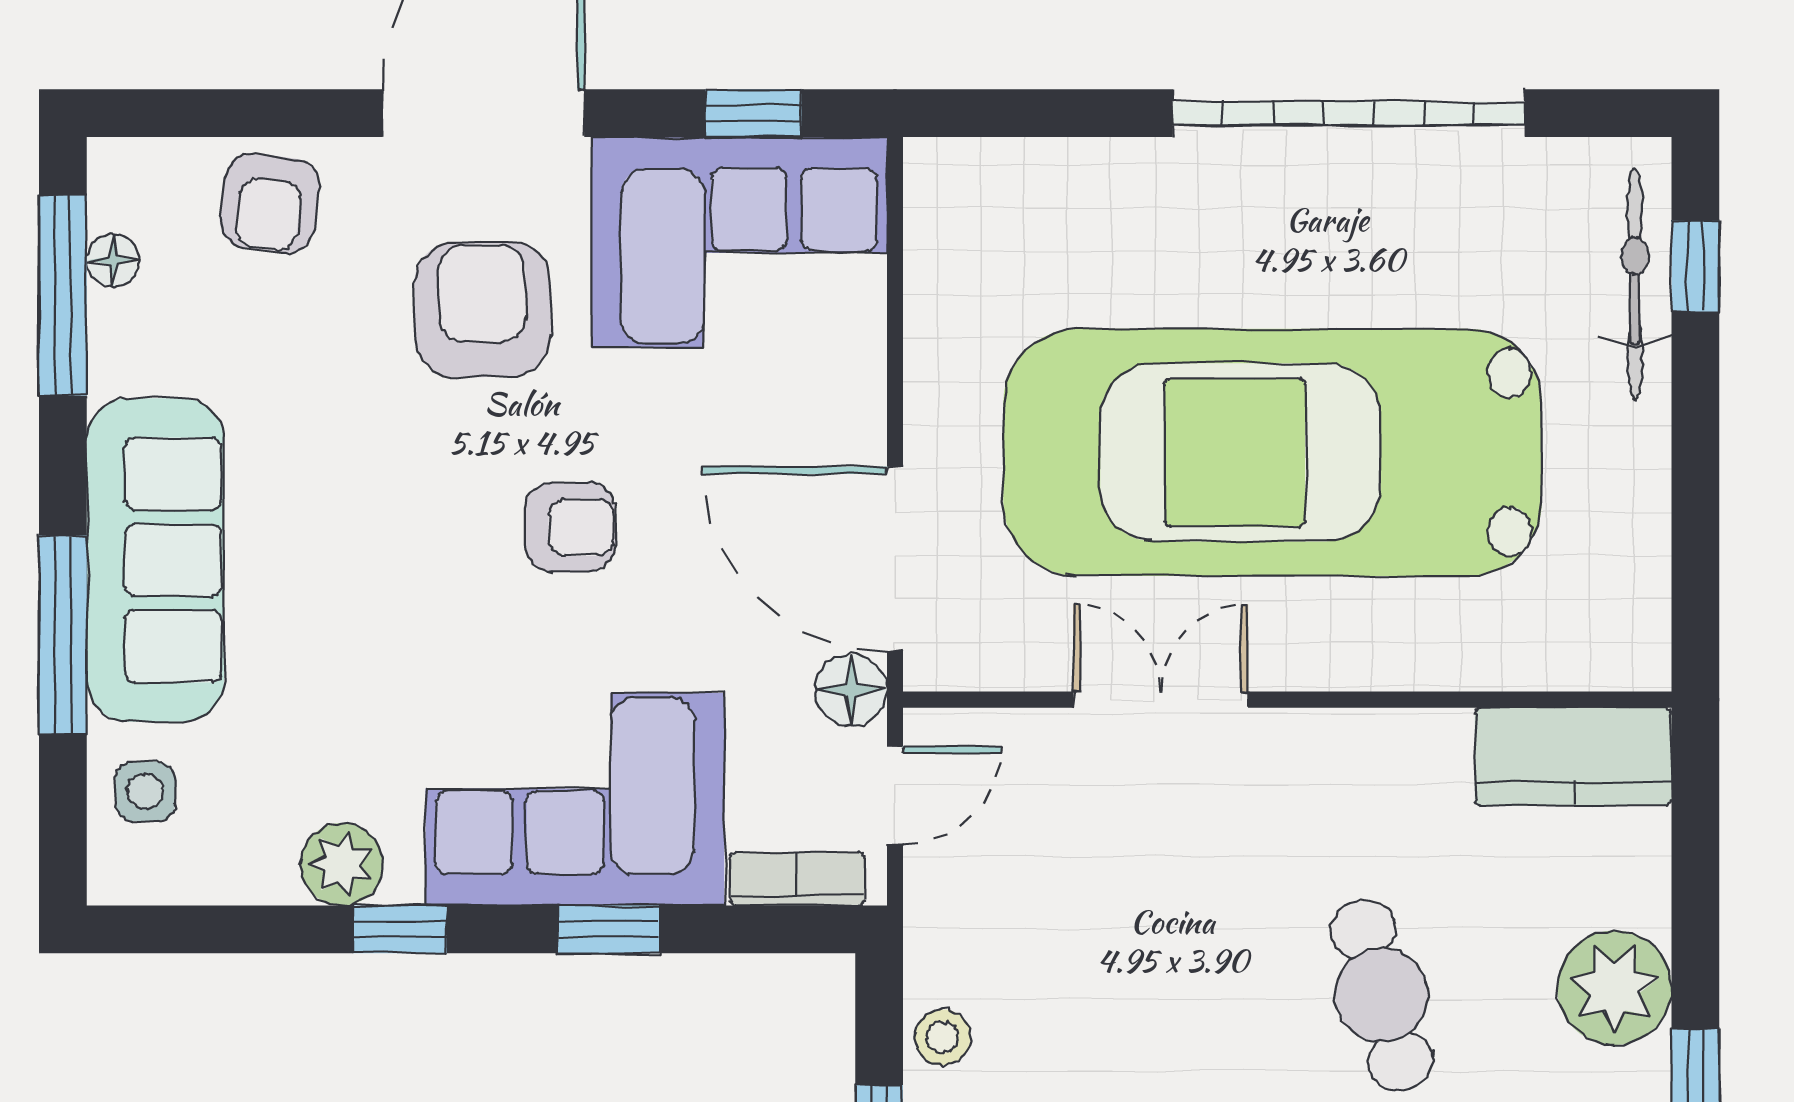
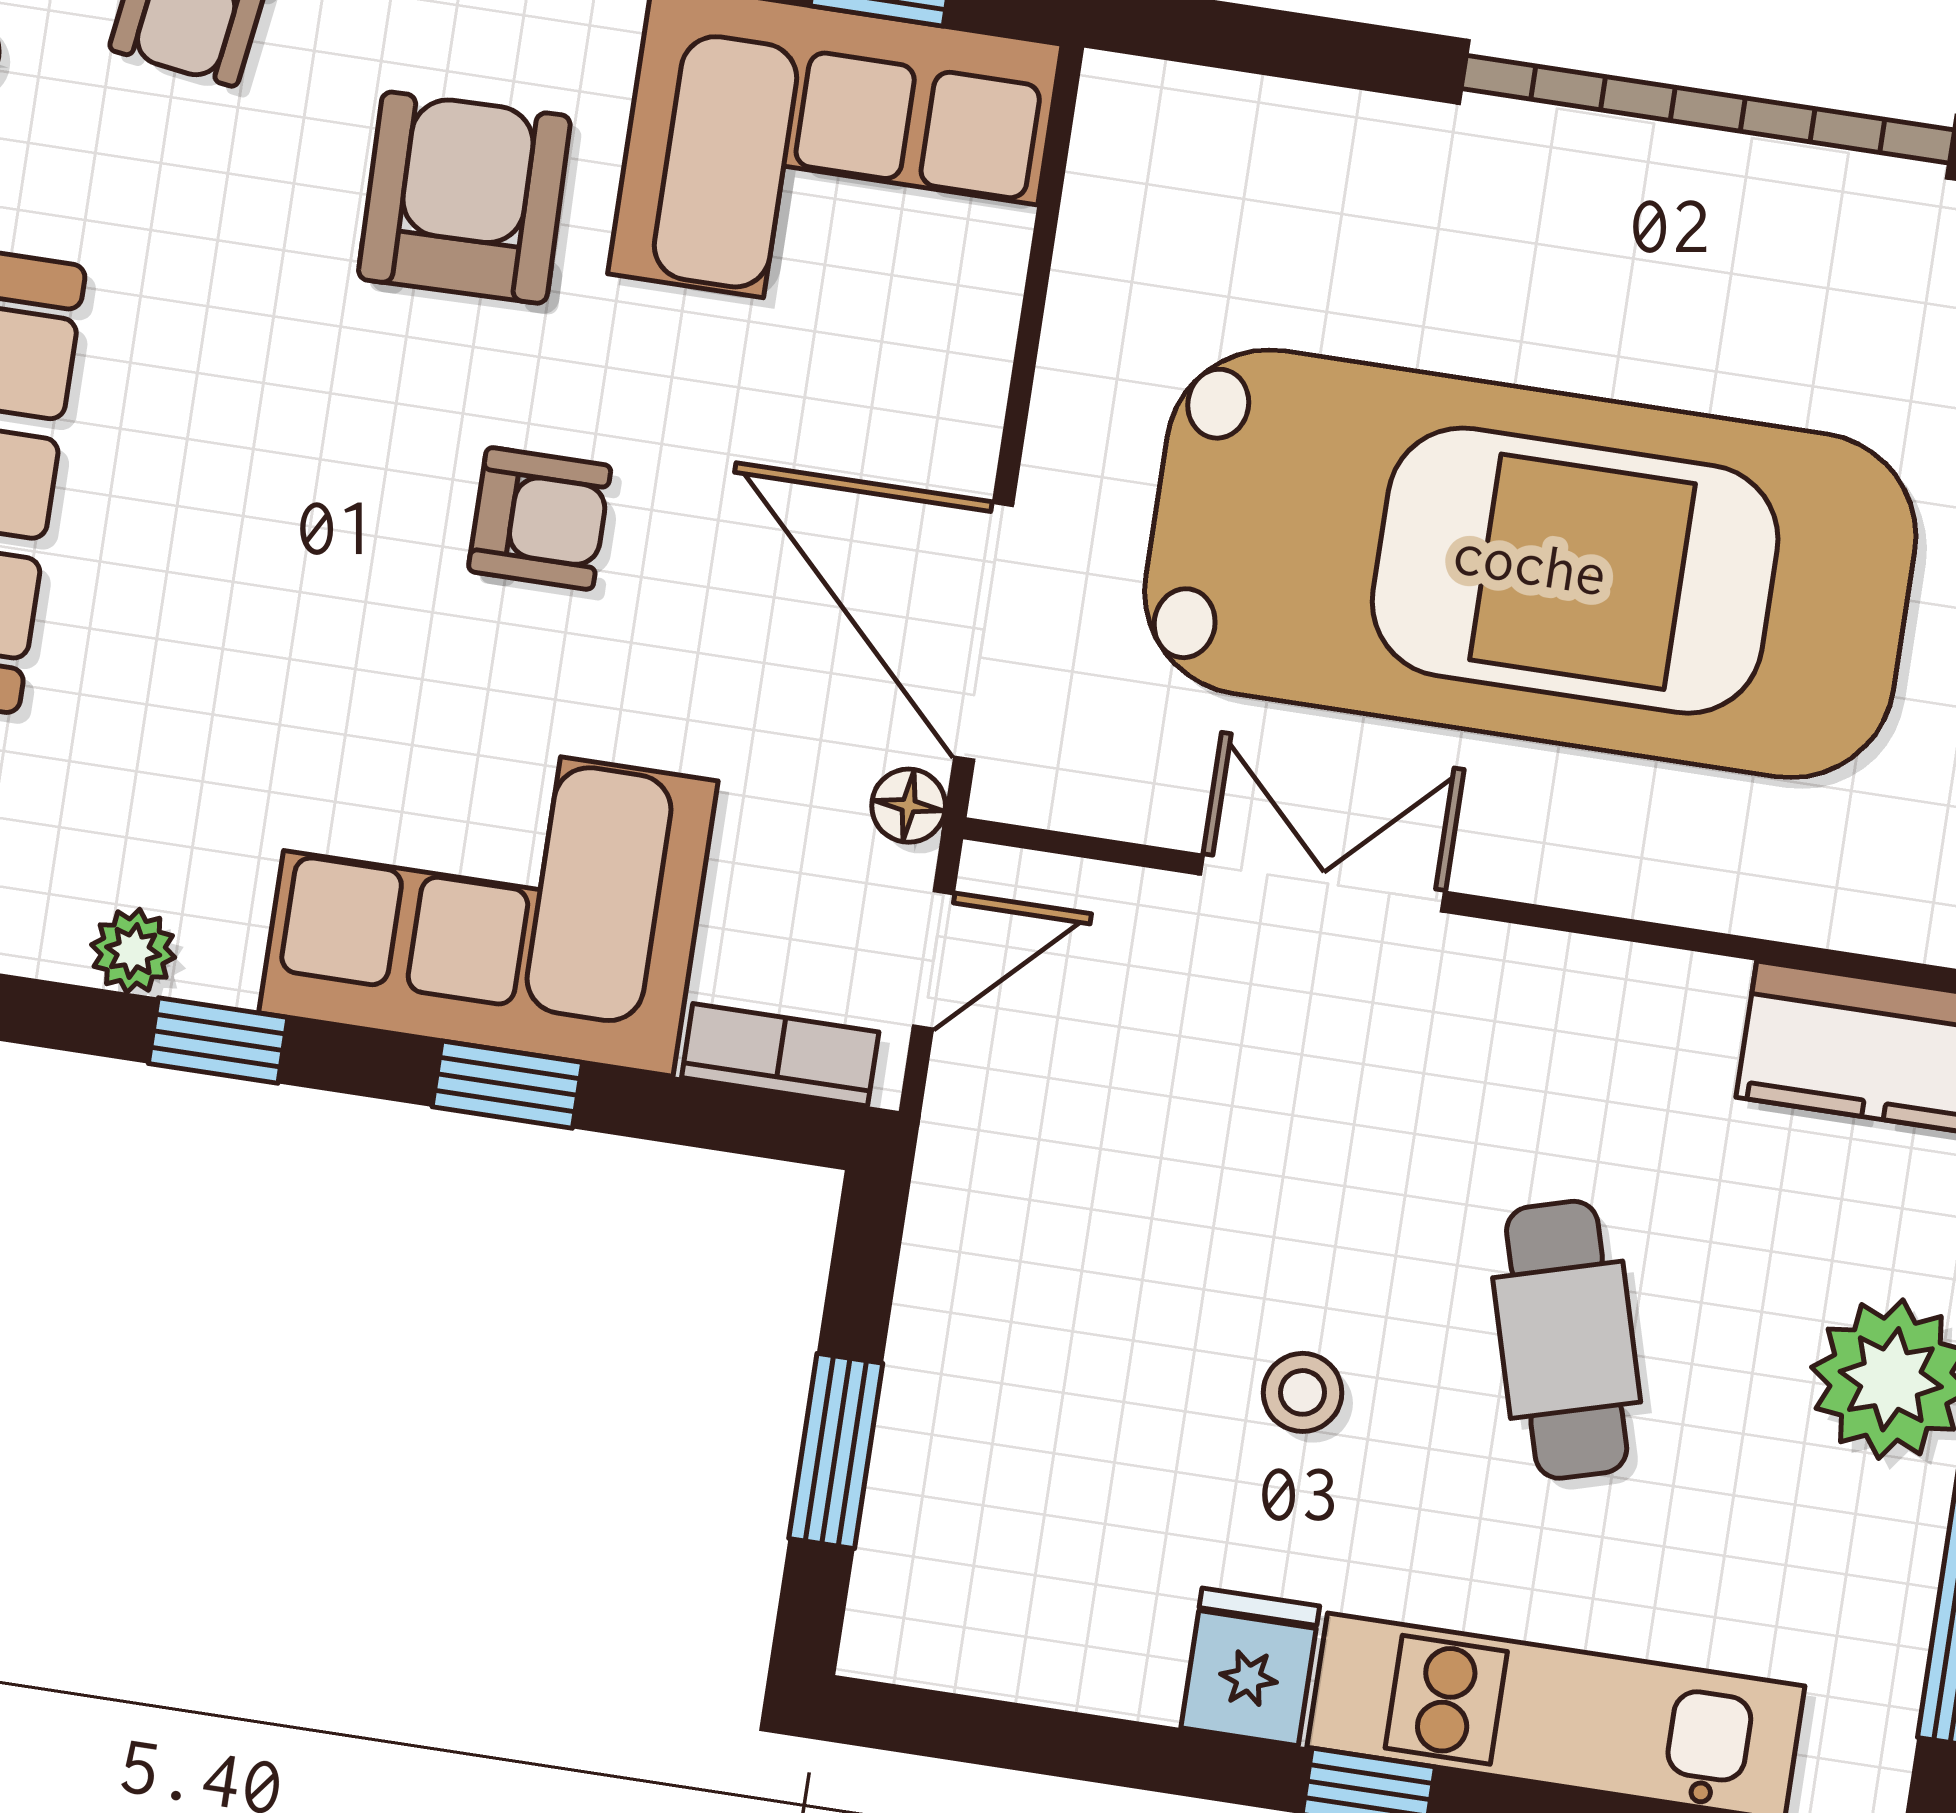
car: (1273, 452) -> (1530, 564), turned 180
floor lamp: (851, 690) -> (909, 806), width x0.73, depth x0.73
plant: (342, 864) -> (133, 951), width x0.73, depth x0.73
stool: (943, 1037) -> (1303, 1392), moved

